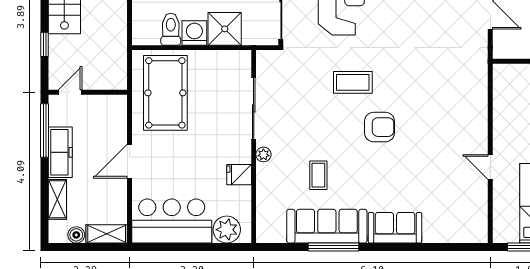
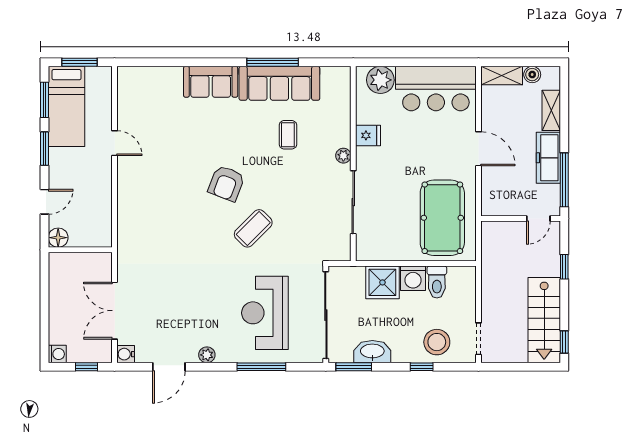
coffee table: (353, 82) -> (253, 228), turned -45
armchair: (379, 127) -> (226, 183), turned -69
door: (130, 161) -> (478, 149), hinge flipped

